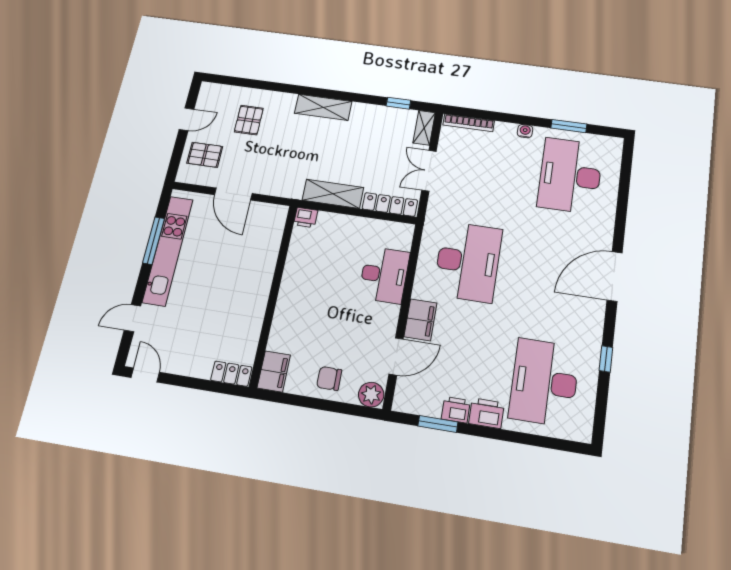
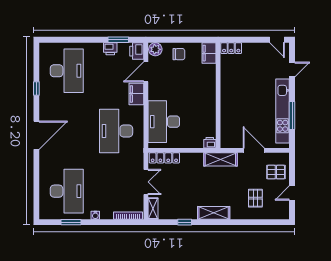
window: (398, 103) -> (185, 222), moved
shelving: (333, 194) -> (220, 159), moved
desk: (384, 275) -> (164, 122), width x1.36, depth x1.30
printer: (486, 413) -> (137, 51), moved, turned 90

